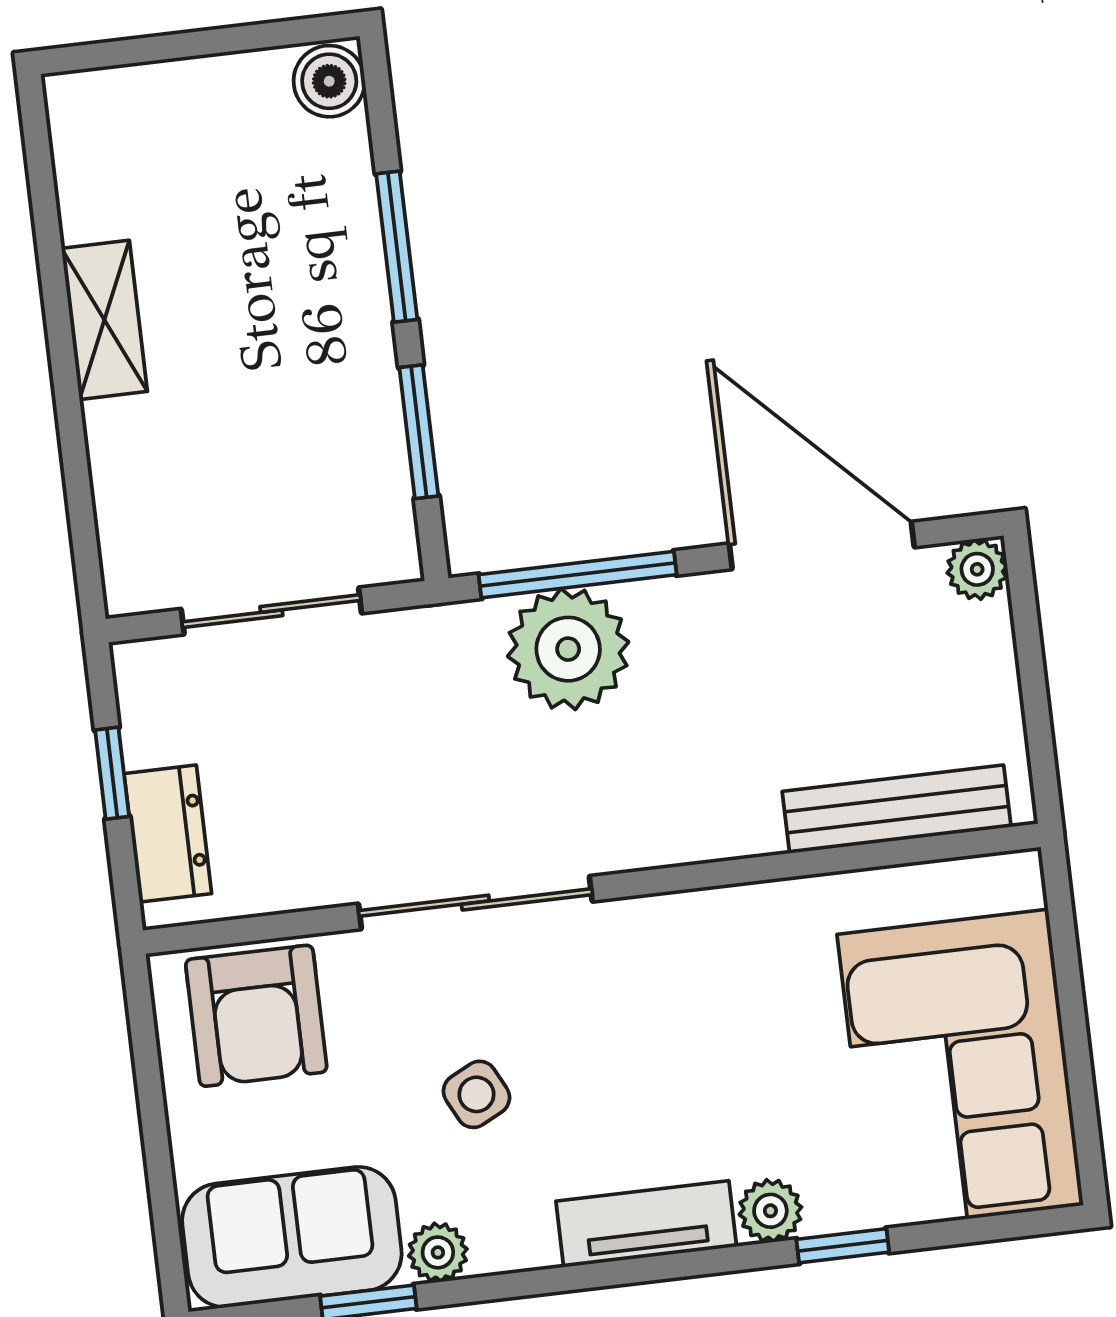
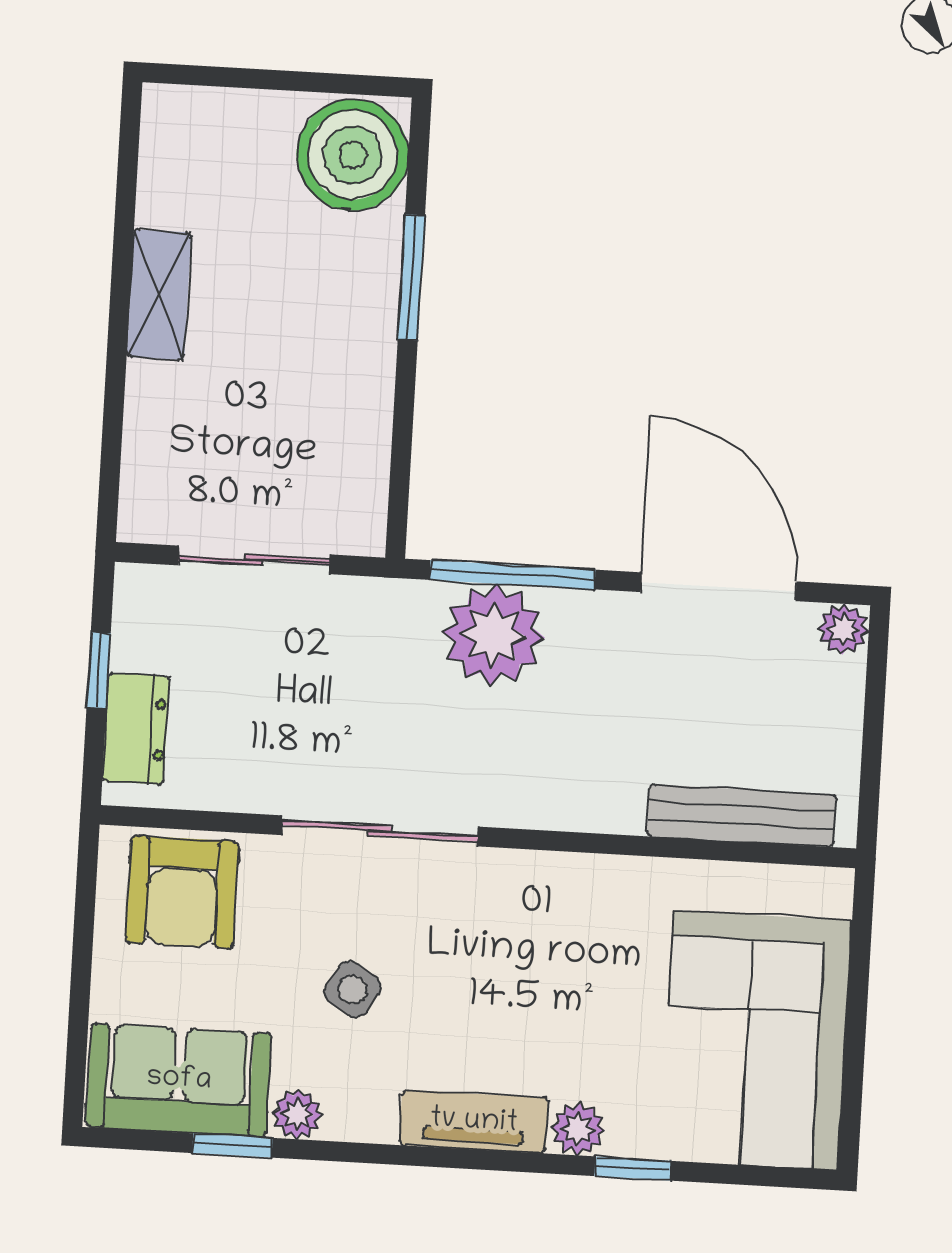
boiler: (329, 81) -> (352, 155), width x1.86, depth x1.86
window: (419, 432) -> (402, 433), removed
side table: (476, 1094) -> (352, 990), turned -32

